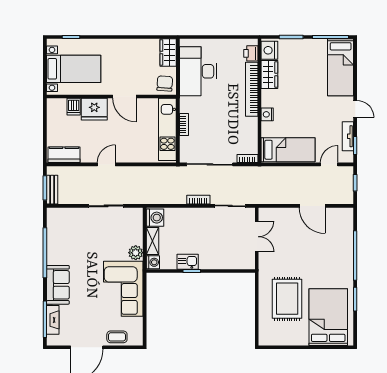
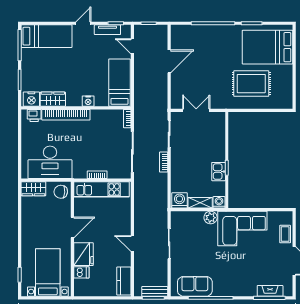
sofa: (58, 285) -> (195, 286), moved

